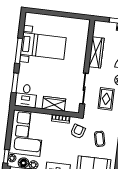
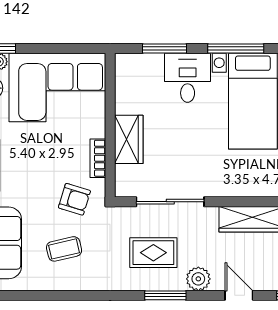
desk: (26, 96) -> (188, 78), moved, turned 90

